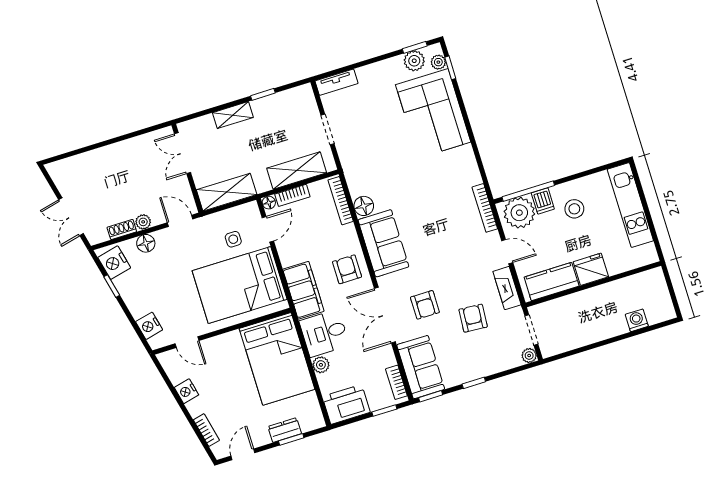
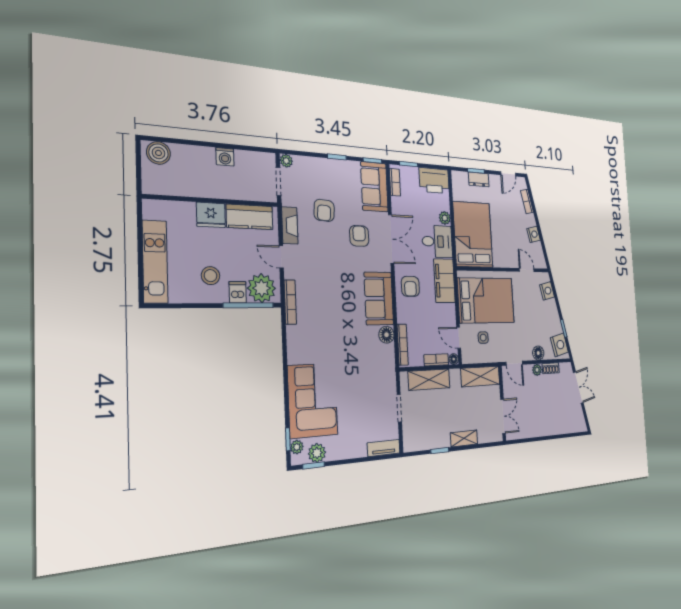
door: (268, 229) -> (459, 338), hinge flipped
boiler: (657, 311) -> (158, 153), added
washing machine: (637, 320) -> (225, 157), moved

